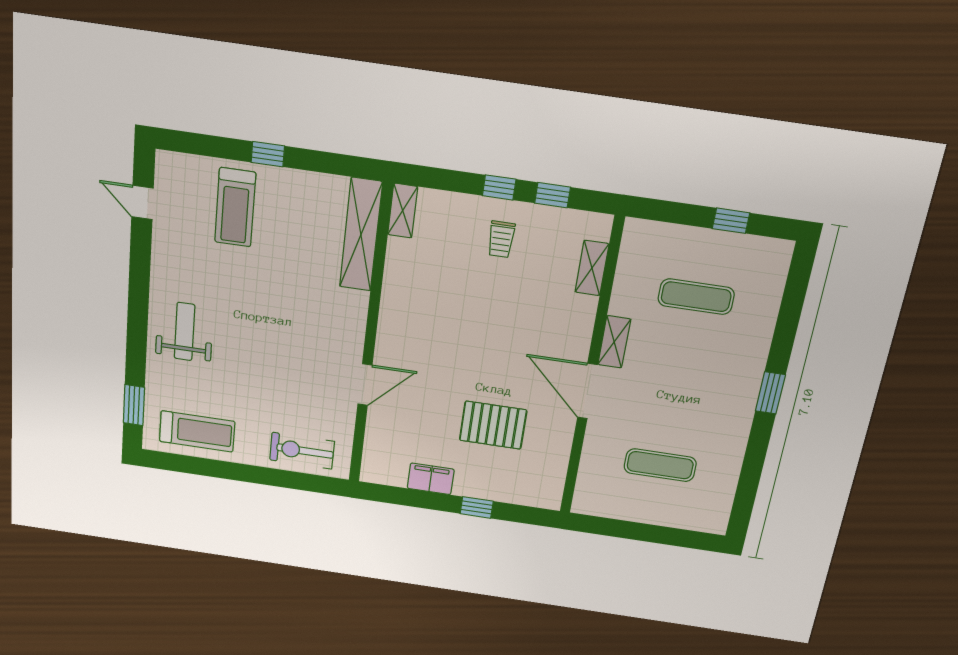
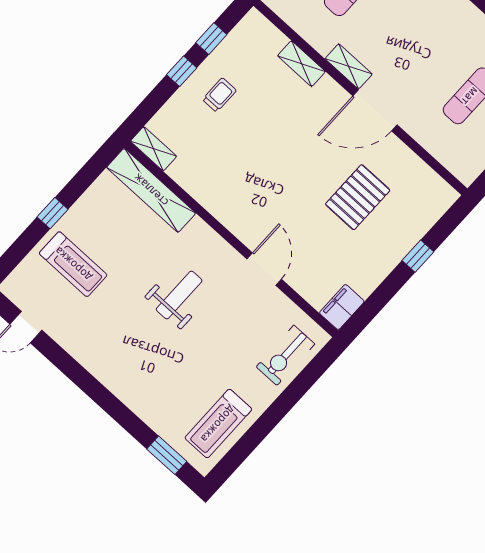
trolley: (501, 239) -> (219, 95), turned -90
shelving: (592, 268) -> (301, 64), moved
weight bench: (185, 332) -> (179, 295), moved, turned 90
treadmill: (197, 431) -> (218, 424), turned 180
filing cabinet: (431, 479) -> (342, 307), moved

